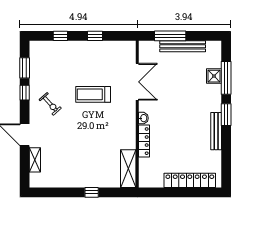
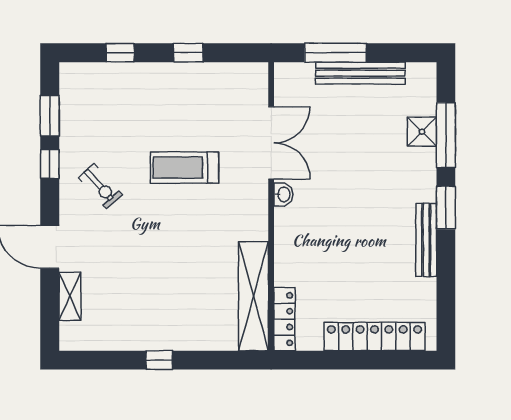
washbasin: (143, 118) -> (283, 194), moved
locker: (144, 141) -> (284, 319), moved
shelving: (128, 169) -> (253, 296), width x1.47
window: (92, 192) -> (159, 360), moved

